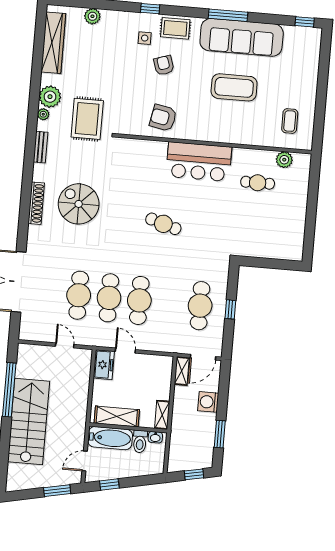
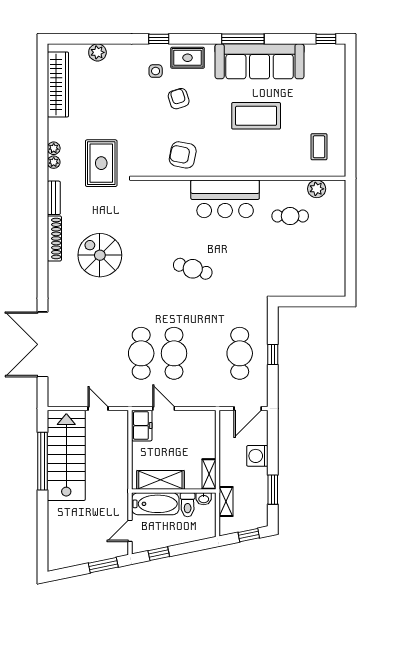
plant: (50, 97) -> (54, 148), width x0.53, depth x0.53
shoe rack: (36, 203) -> (54, 238), moved
cafe table: (79, 295) -> (108, 353), removed
shelving: (182, 371) -> (226, 501), moved
stairs: (29, 421) -> (66, 455), moved

